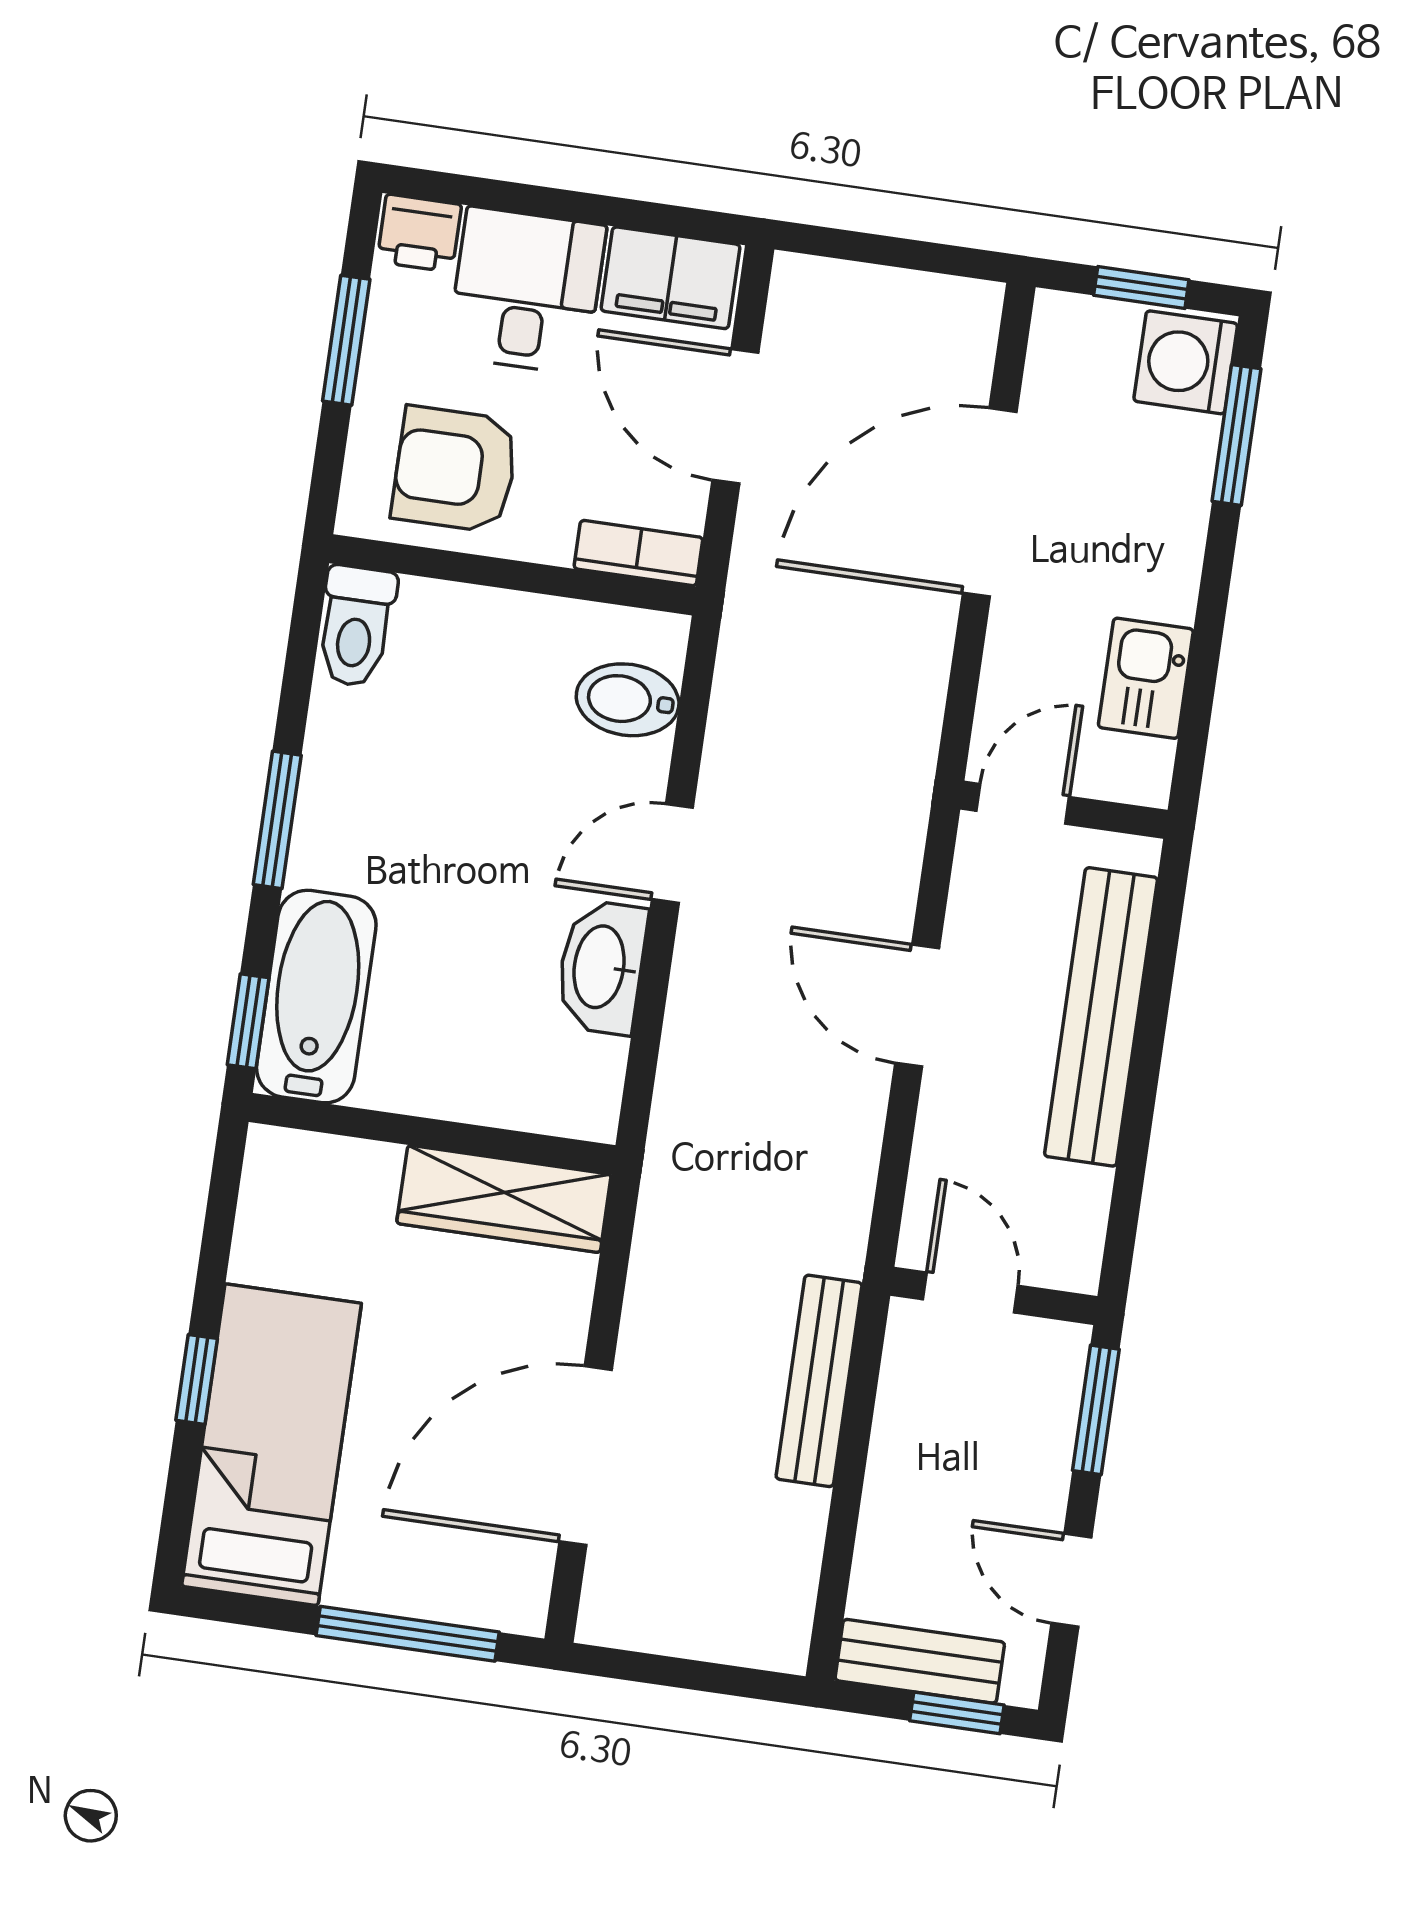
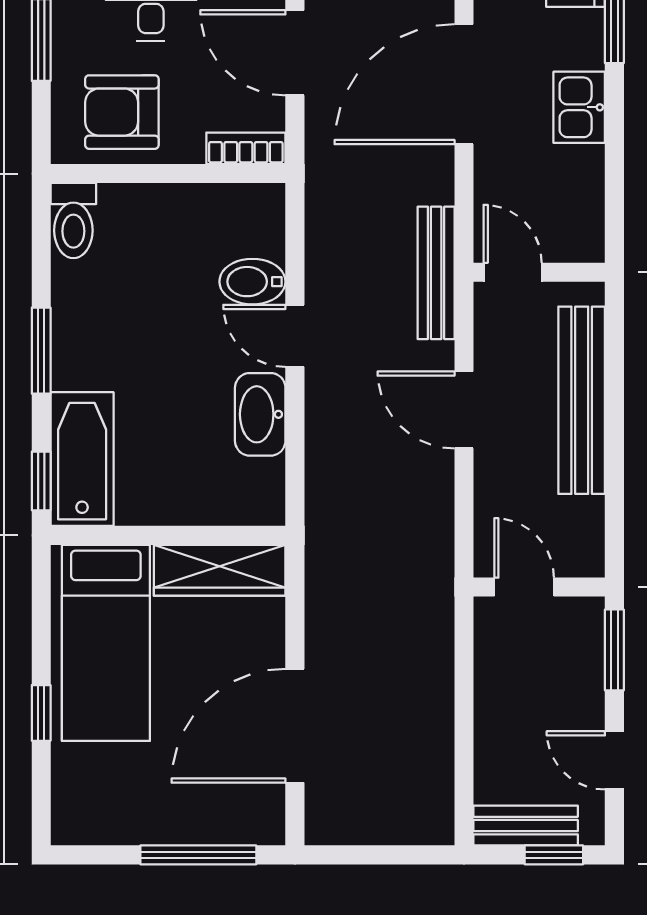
kitchen sink: (1146, 678) -> (579, 107), moved
bidet: (628, 700) -> (252, 282), moved
door: (1023, 804) -> (513, 272), hinge flipped
door: (672, 854) -> (295, 336), hinge flipped
bench: (819, 1381) -> (436, 273), moved
bed: (272, 1445) -> (106, 643), moved, turned 180

